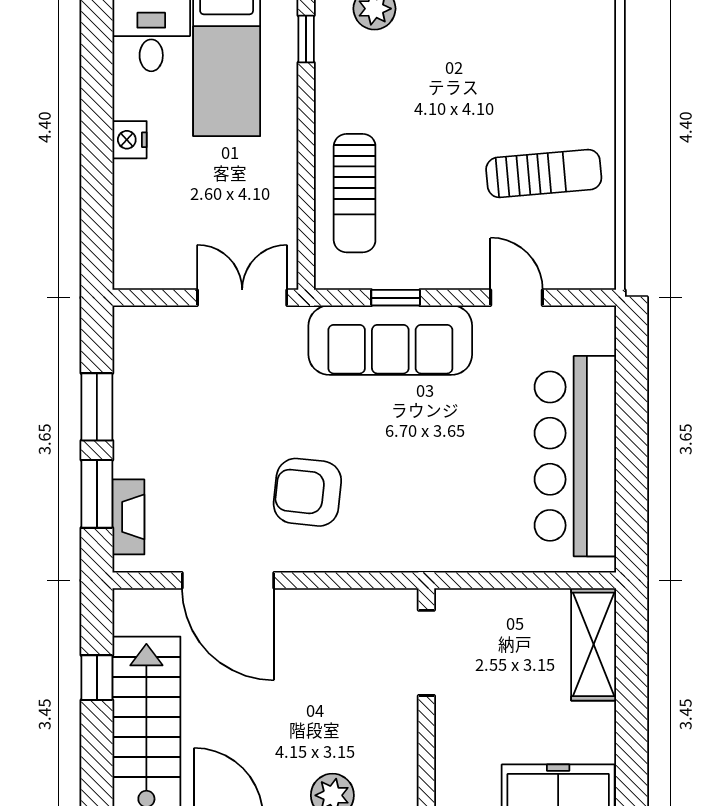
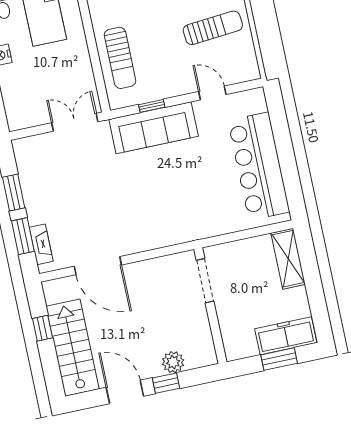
armchair: (307, 492) -> (128, 213), removed

